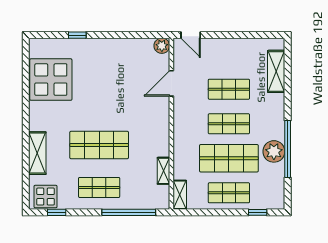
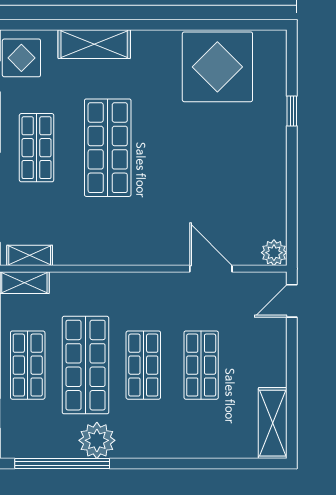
shelving: (276, 71) -> (273, 423), moved, turned 90
window: (288, 149) -> (62, 464), moved
shelving: (163, 171) -> (30, 255), moved

